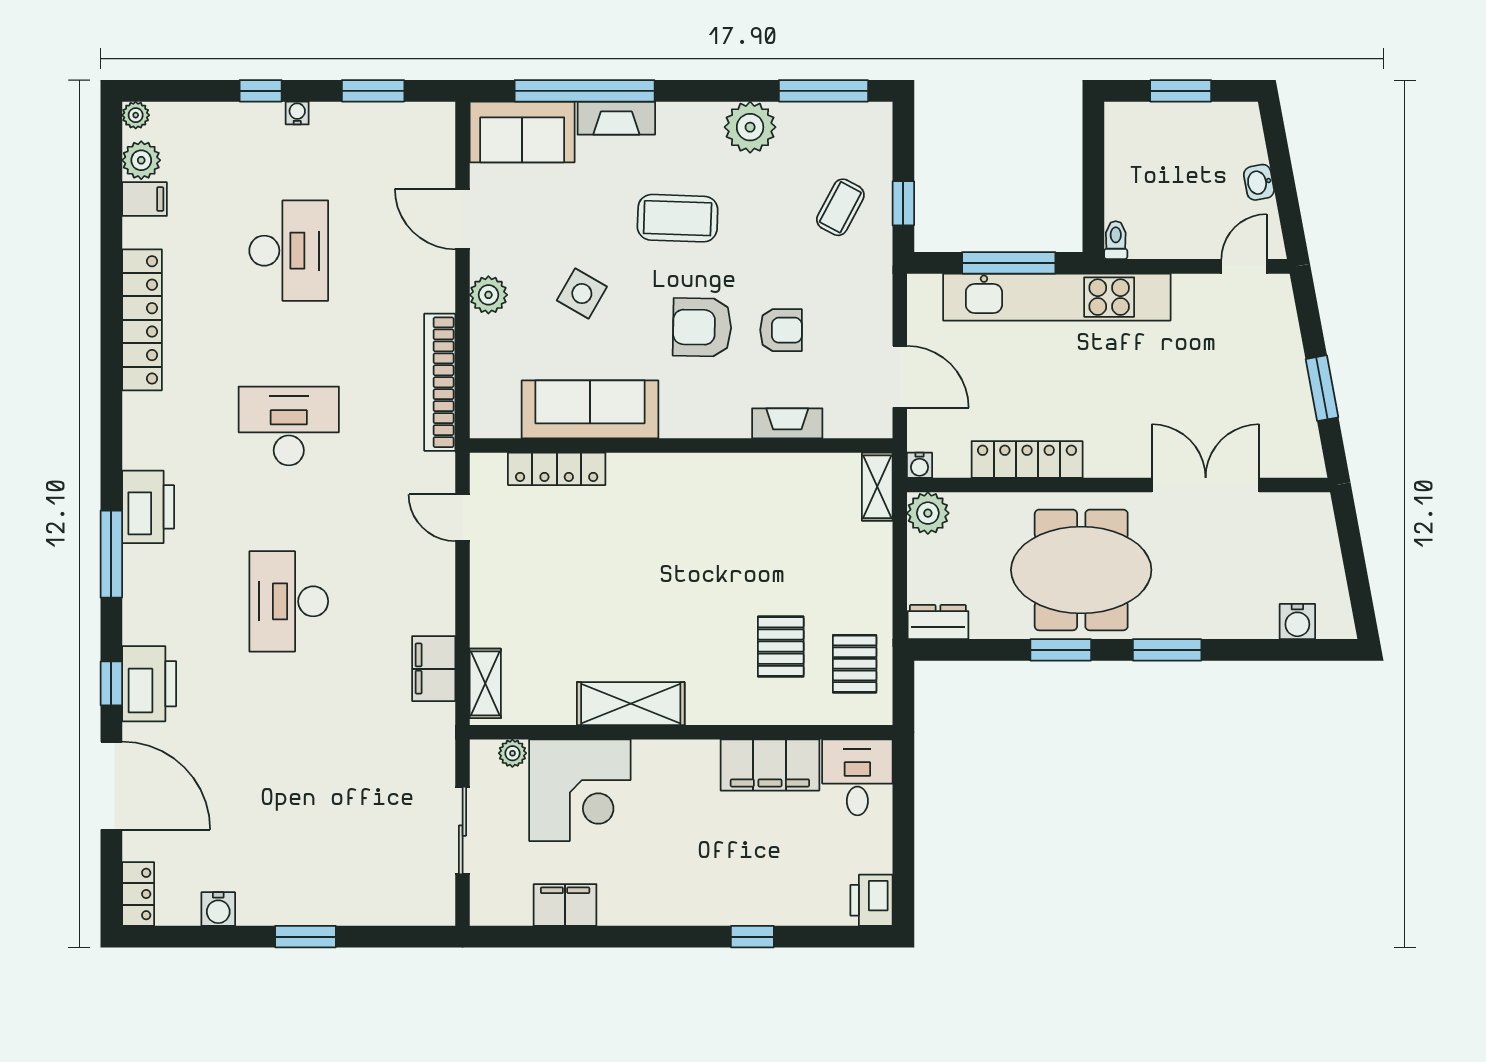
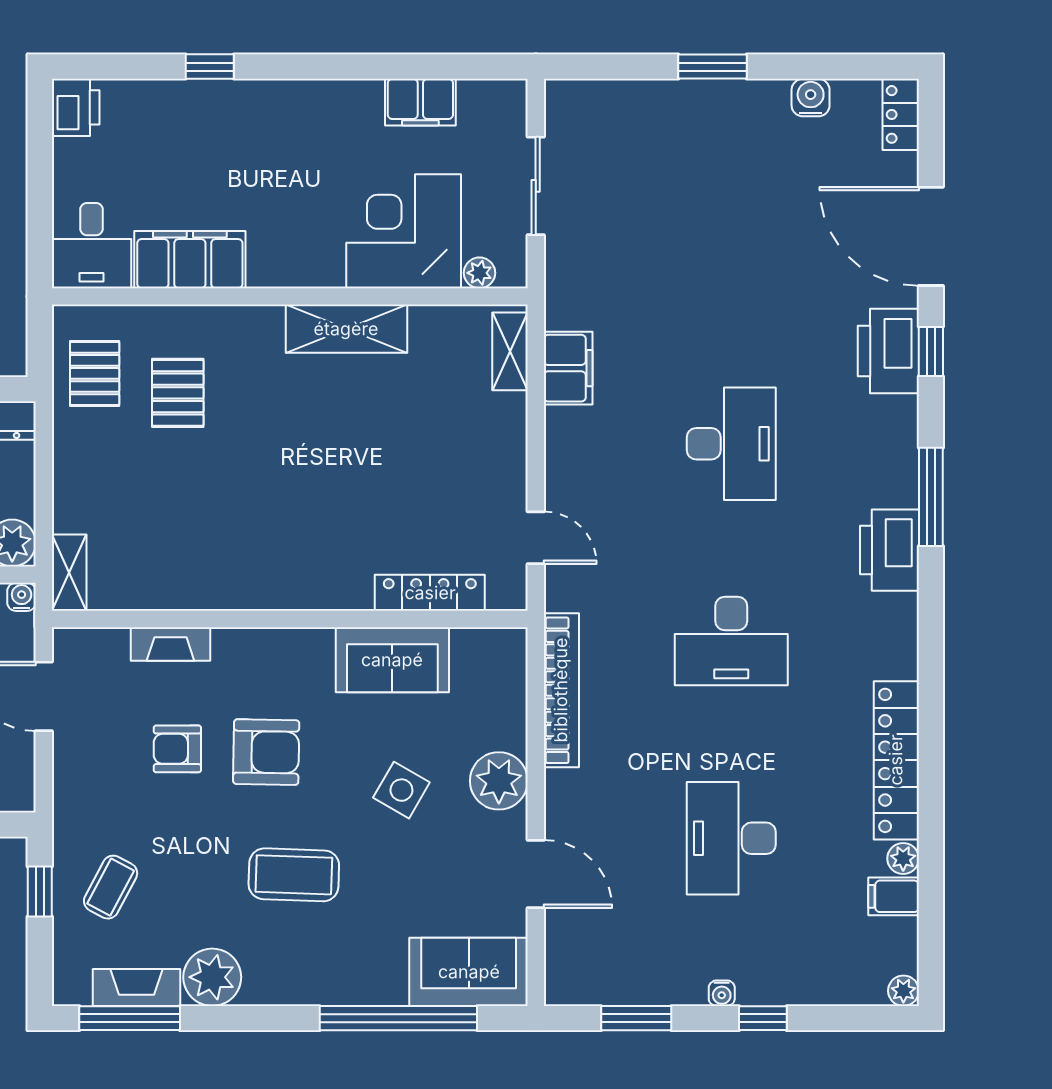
fireplace: (616, 118) -> (137, 987), moved
plant: (141, 160) -> (903, 859), moved, width x0.73, depth x0.73
plant: (488, 295) -> (499, 781), width x1.36, depth x1.36
sofa: (590, 409) -> (392, 660), width x0.73

